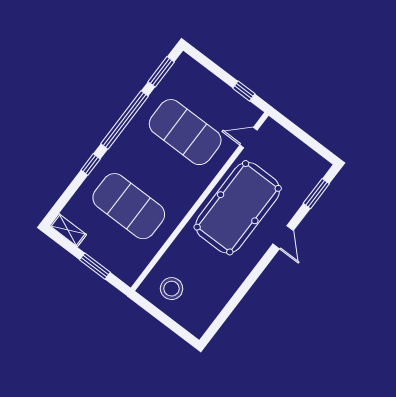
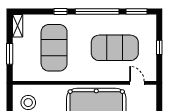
window: (244, 91) -> (159, 47), moved
exercise mat: (185, 132) -> (115, 48), turned 90

